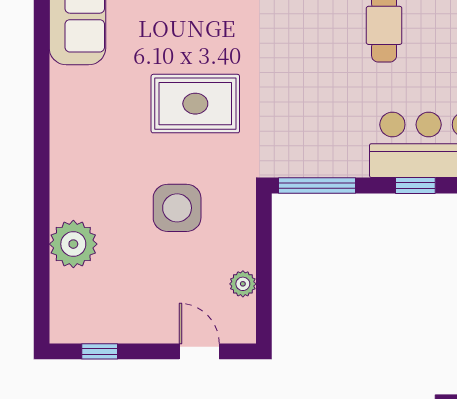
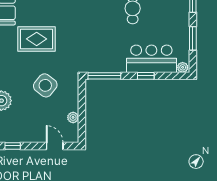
rug: (195, 104) -> (37, 39), moved
side table: (177, 208) -> (45, 85), turned 38

